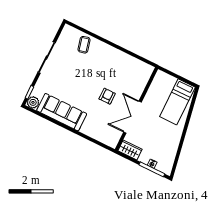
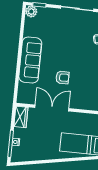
sofa: (62, 112) -> (30, 60), moved

